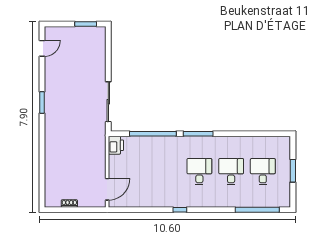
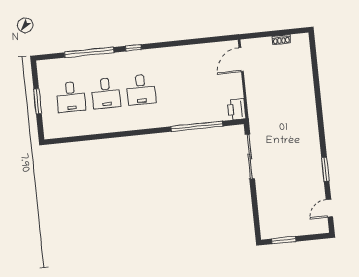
window: (42, 103) -> (325, 169), moved
window: (198, 134) -> (147, 131), removed
window: (180, 210) -> (133, 48), moved
window: (257, 210) -> (89, 52), moved

